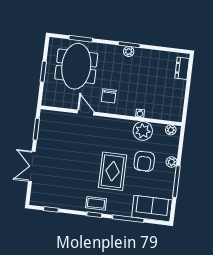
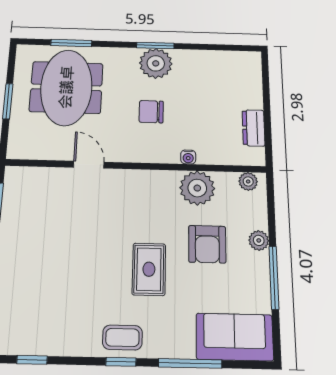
plant: (129, 52) -> (156, 63), width x1.88, depth x1.88
dresser: (182, 68) -> (254, 128), moved
chair: (109, 96) -> (151, 112), moved, turned 90
rug: (113, 171) -> (149, 269), width x0.73, depth x0.70

